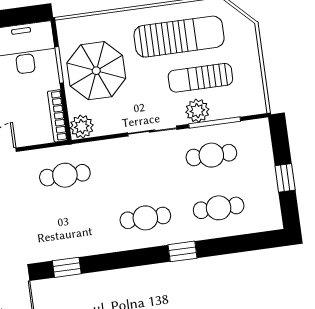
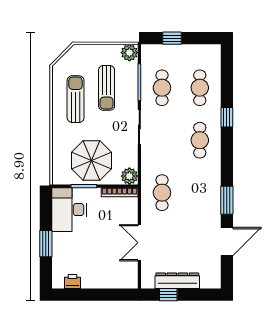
sun lounger: (179, 37) -> (76, 99), width x0.73, depth x0.75
plant: (197, 111) -> (129, 53), moved
window: (285, 178) -> (172, 38), moved
window: (67, 267) -> (227, 200), width x1.50

